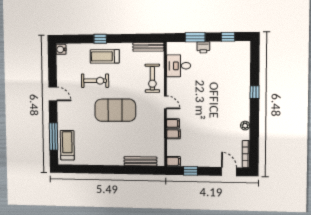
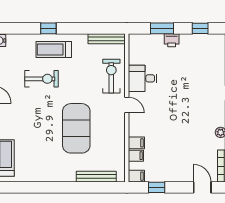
desk: (179, 66) -> (143, 78), moved
exercise bike: (152, 78) -> (111, 76), turned 180
exercise mat: (115, 110) -> (76, 128), moved, turned 90
filing cabinet: (173, 123) -> (136, 156), moved

